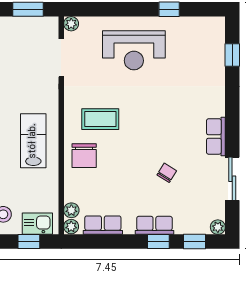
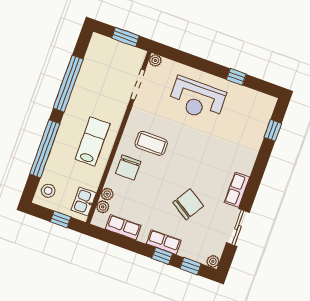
chair: (167, 173) -> (188, 204), width x1.87, depth x1.87
kitchen sink: (37, 224) -> (84, 201), moved, turned -90
plant: (71, 227) -> (107, 194), moved

